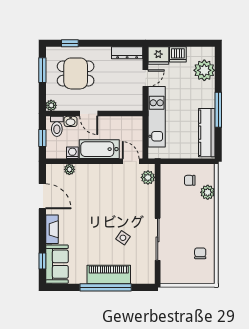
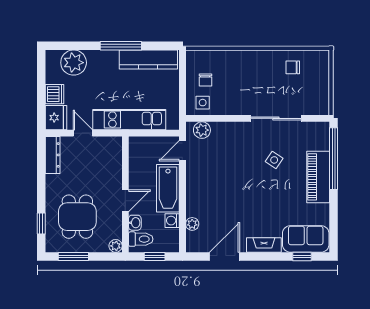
side table: (171, 178) -> (203, 103), added
plant: (208, 192) -> (220, 59), removed
window: (106, 287) -> (334, 159), moved

